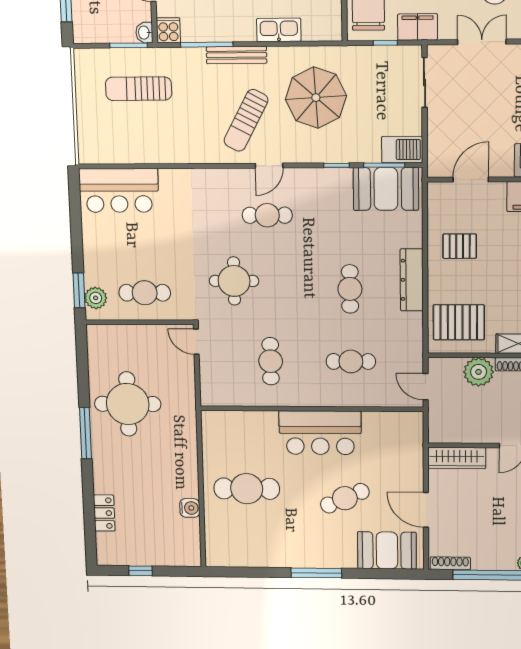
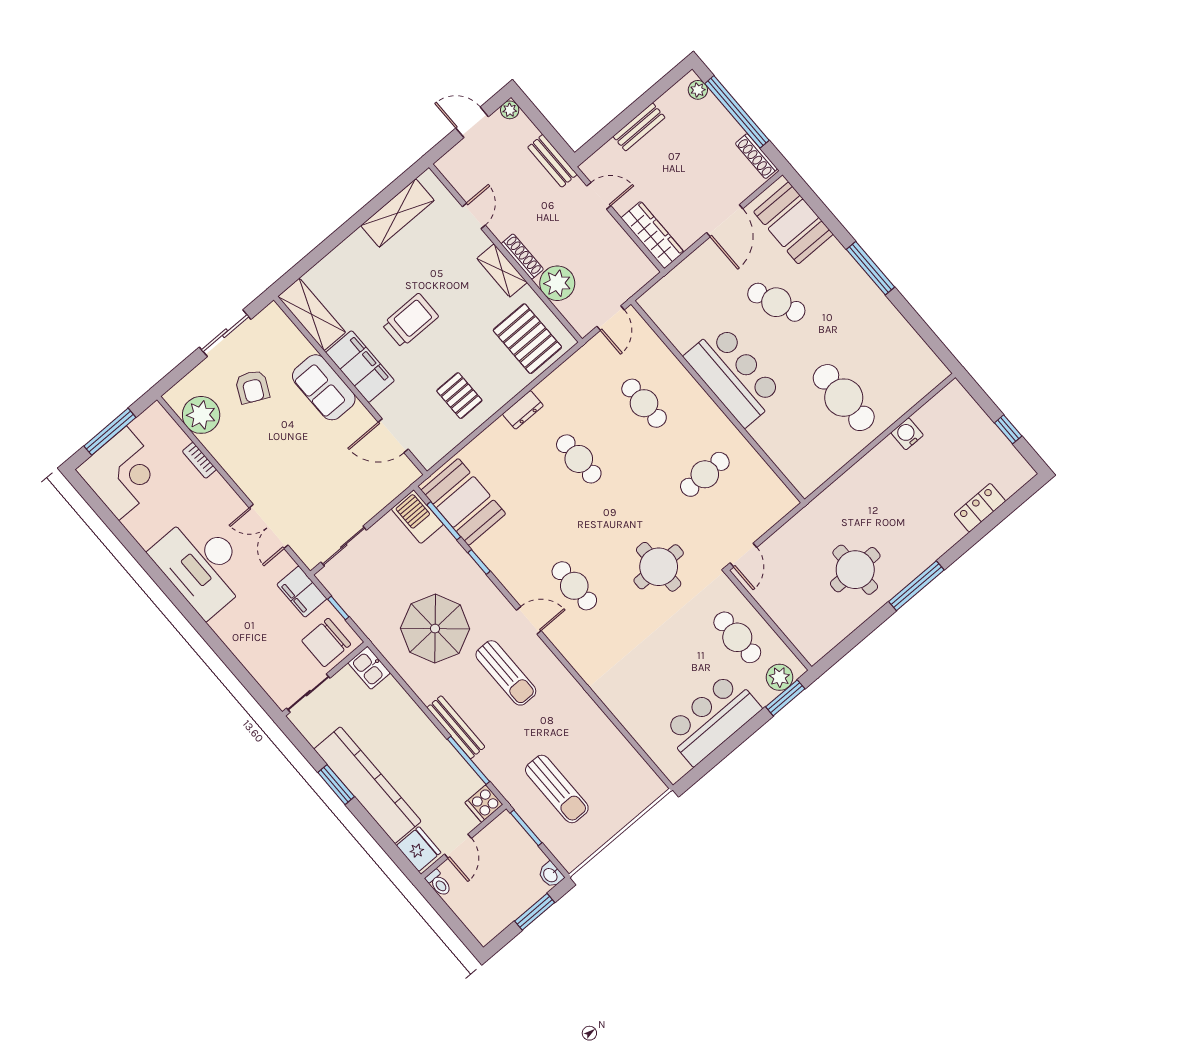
kitchen sink: (279, 30) -> (369, 668), moved, width x0.73
washbasin: (144, 33) -> (551, 875), moved, turned 90
sun lounger: (246, 120) -> (506, 673), turned 62
bar counter: (119, 190) -> (712, 719), moved, turned -90
dresser: (412, 280) -> (523, 410), width x0.51, depth x0.80
cafe table: (350, 289) -> (579, 459), turned 90
round table: (128, 404) -> (855, 570), width x0.73, depth x0.73

